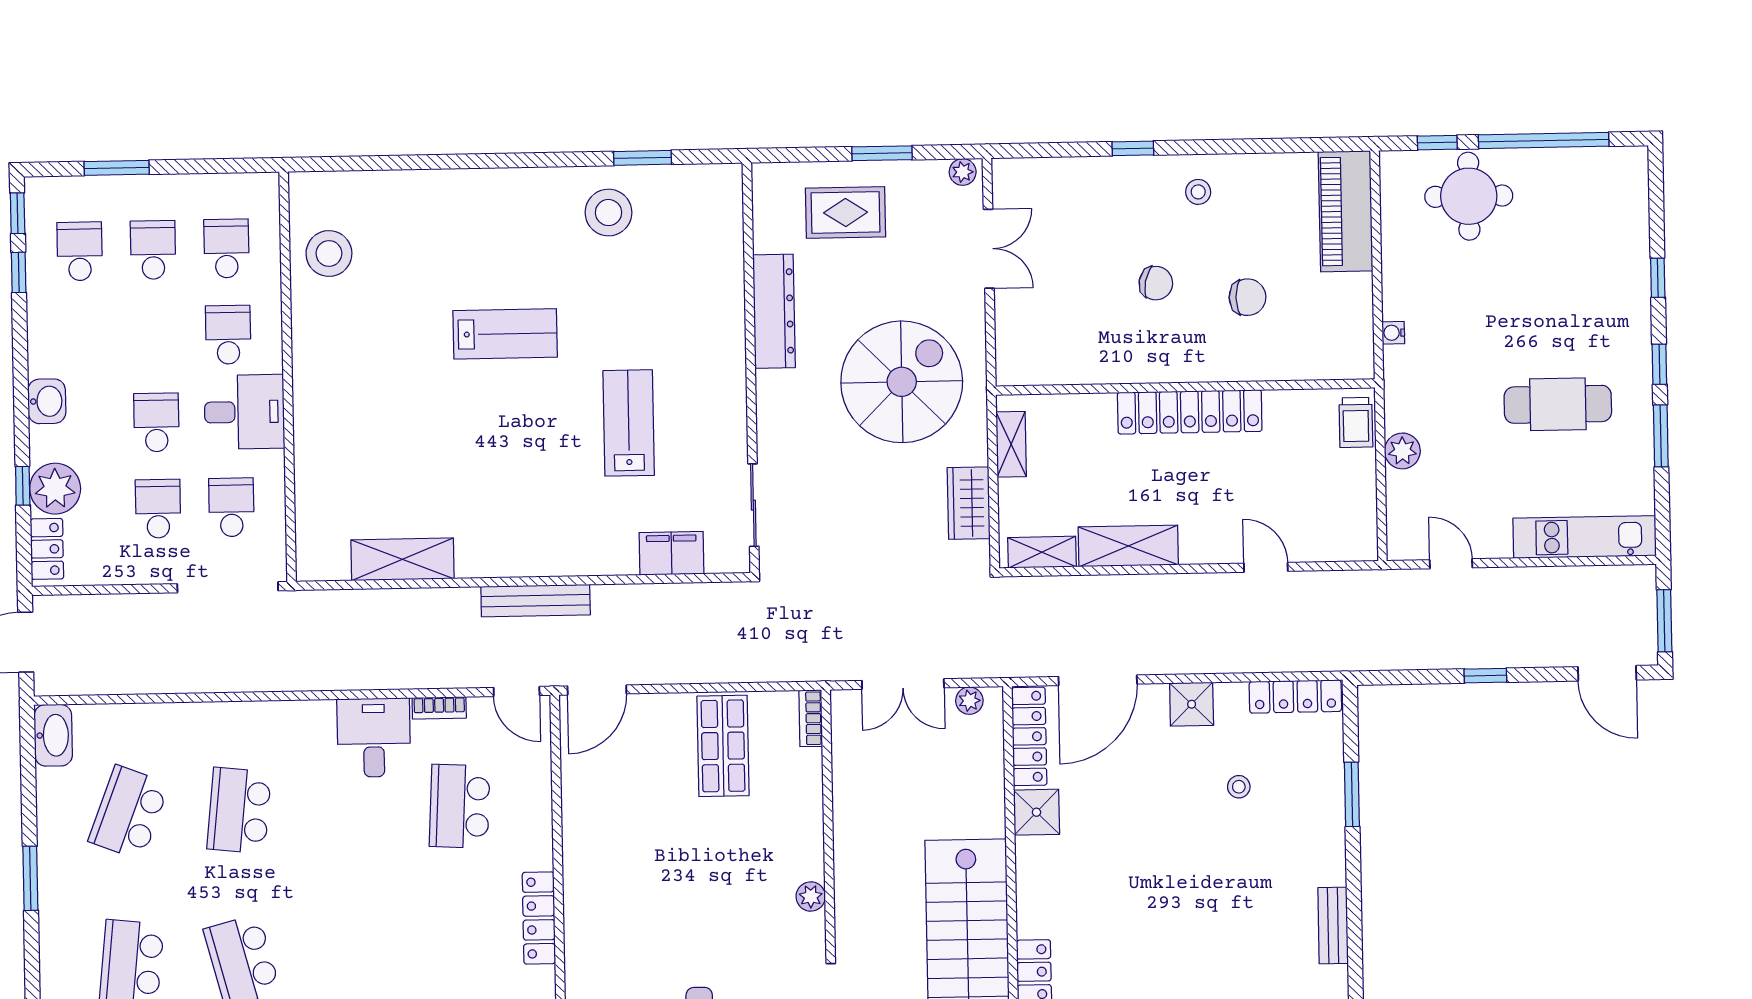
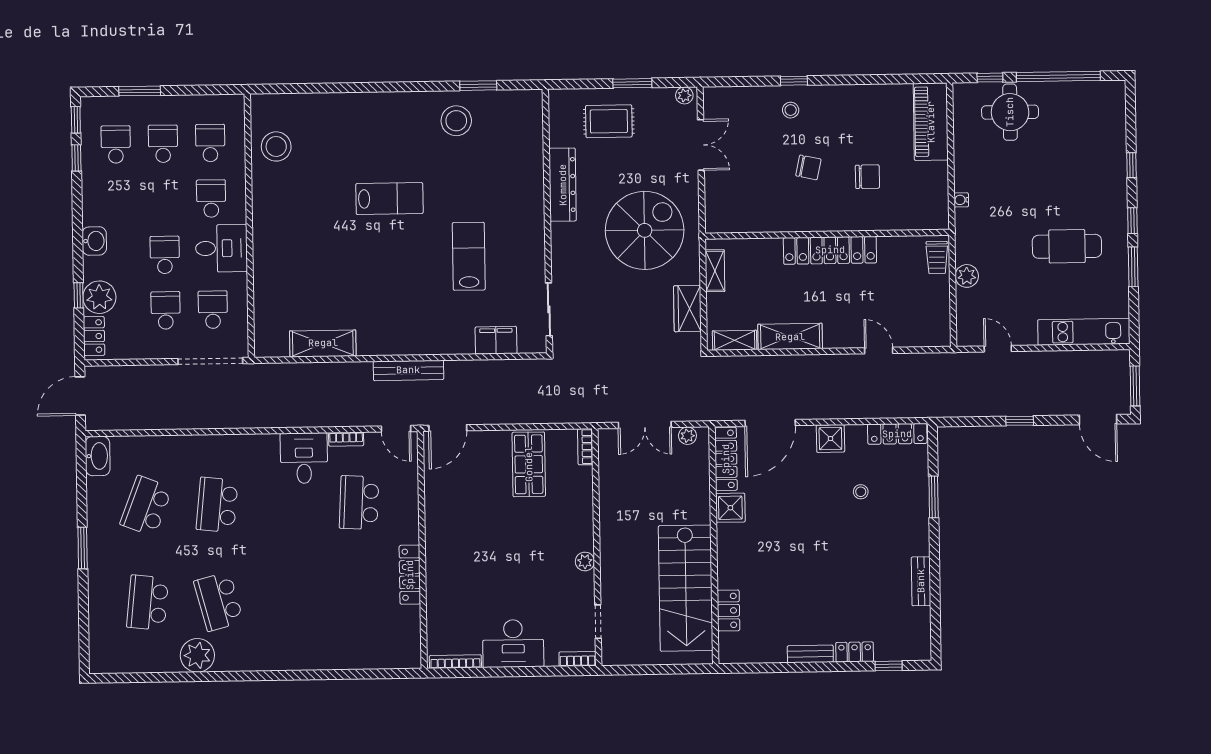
stool: (1198, 192) -> (791, 110), moved

